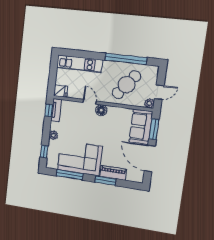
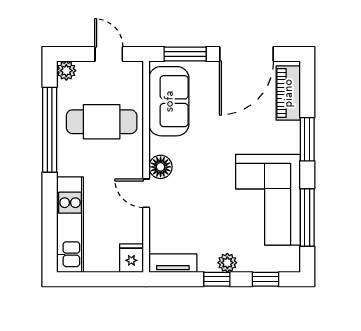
cafe table: (126, 85) -> (102, 122), turned -38
door: (90, 102) -> (146, 193), hinge flipped
plant: (149, 103) -> (66, 71), moved
window: (49, 110) -> (217, 279), moved
sofa: (141, 127) -> (169, 101), moved, turned -90
piano: (113, 173) -> (288, 93), moved

